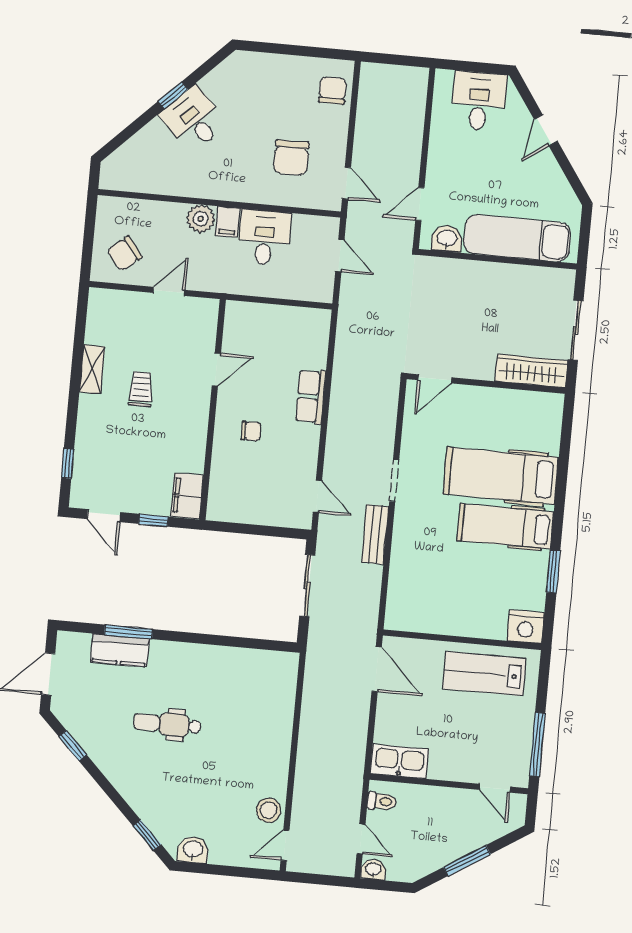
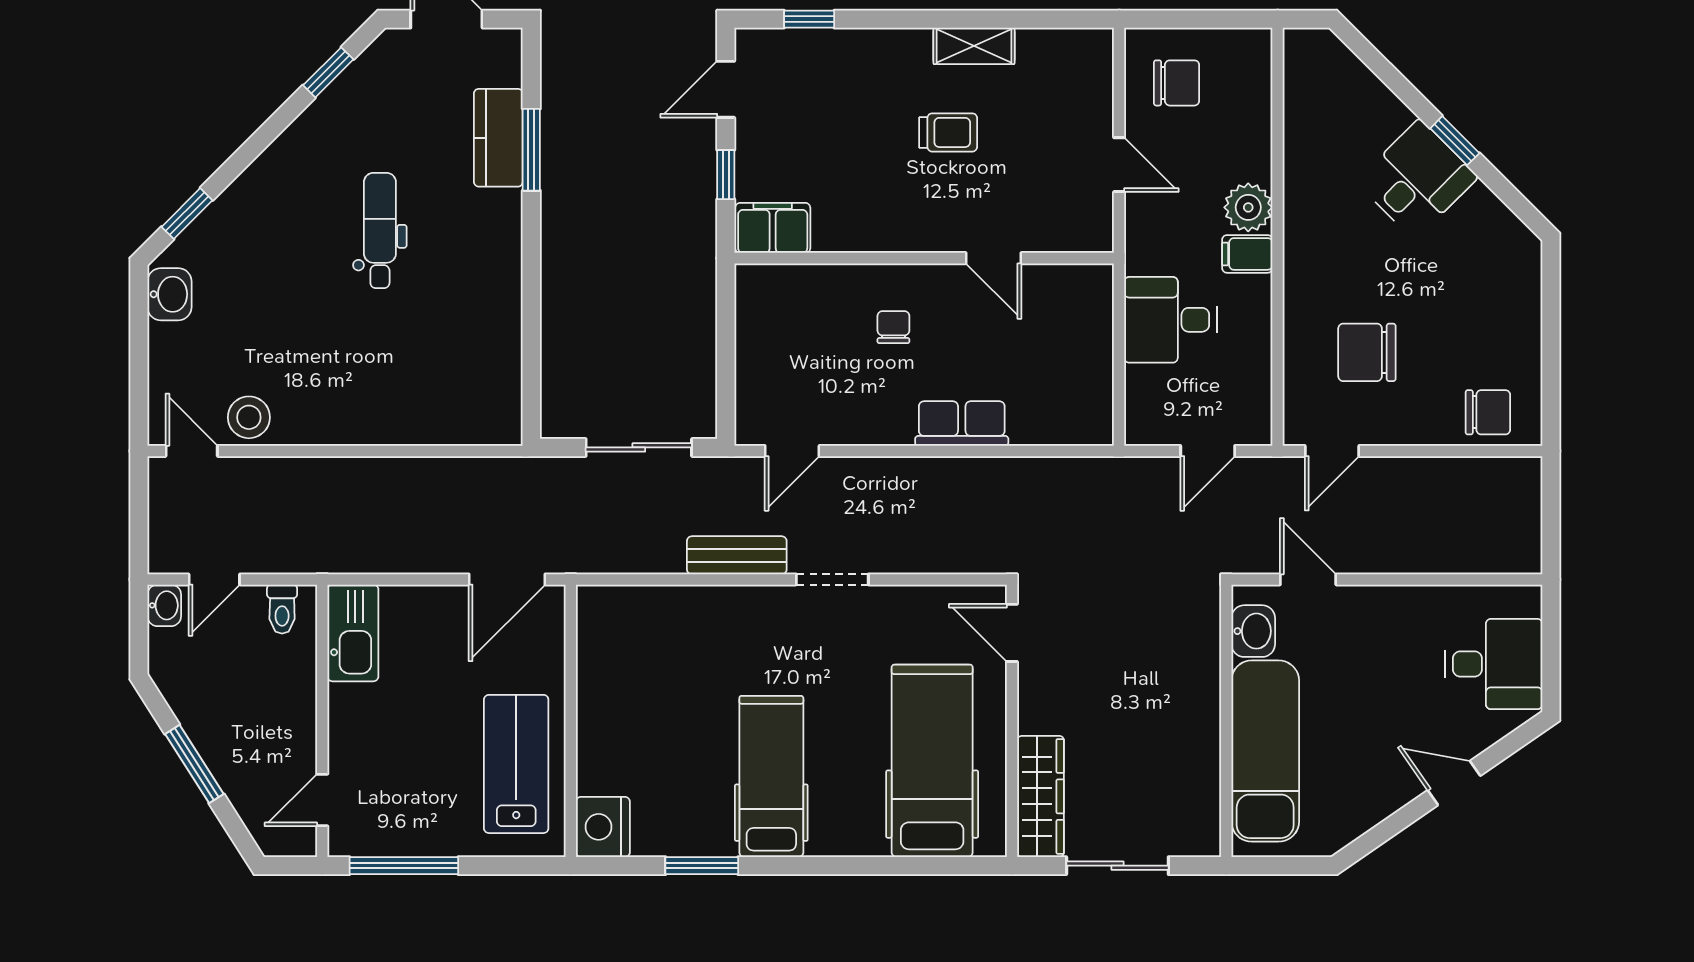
desk: (264, 238) -> (1170, 320), moved, turned 180
chair: (124, 254) -> (1177, 83), turned 129
chair: (251, 431) -> (893, 327), turned 180
hospital bed: (501, 476) -> (932, 761), moved

